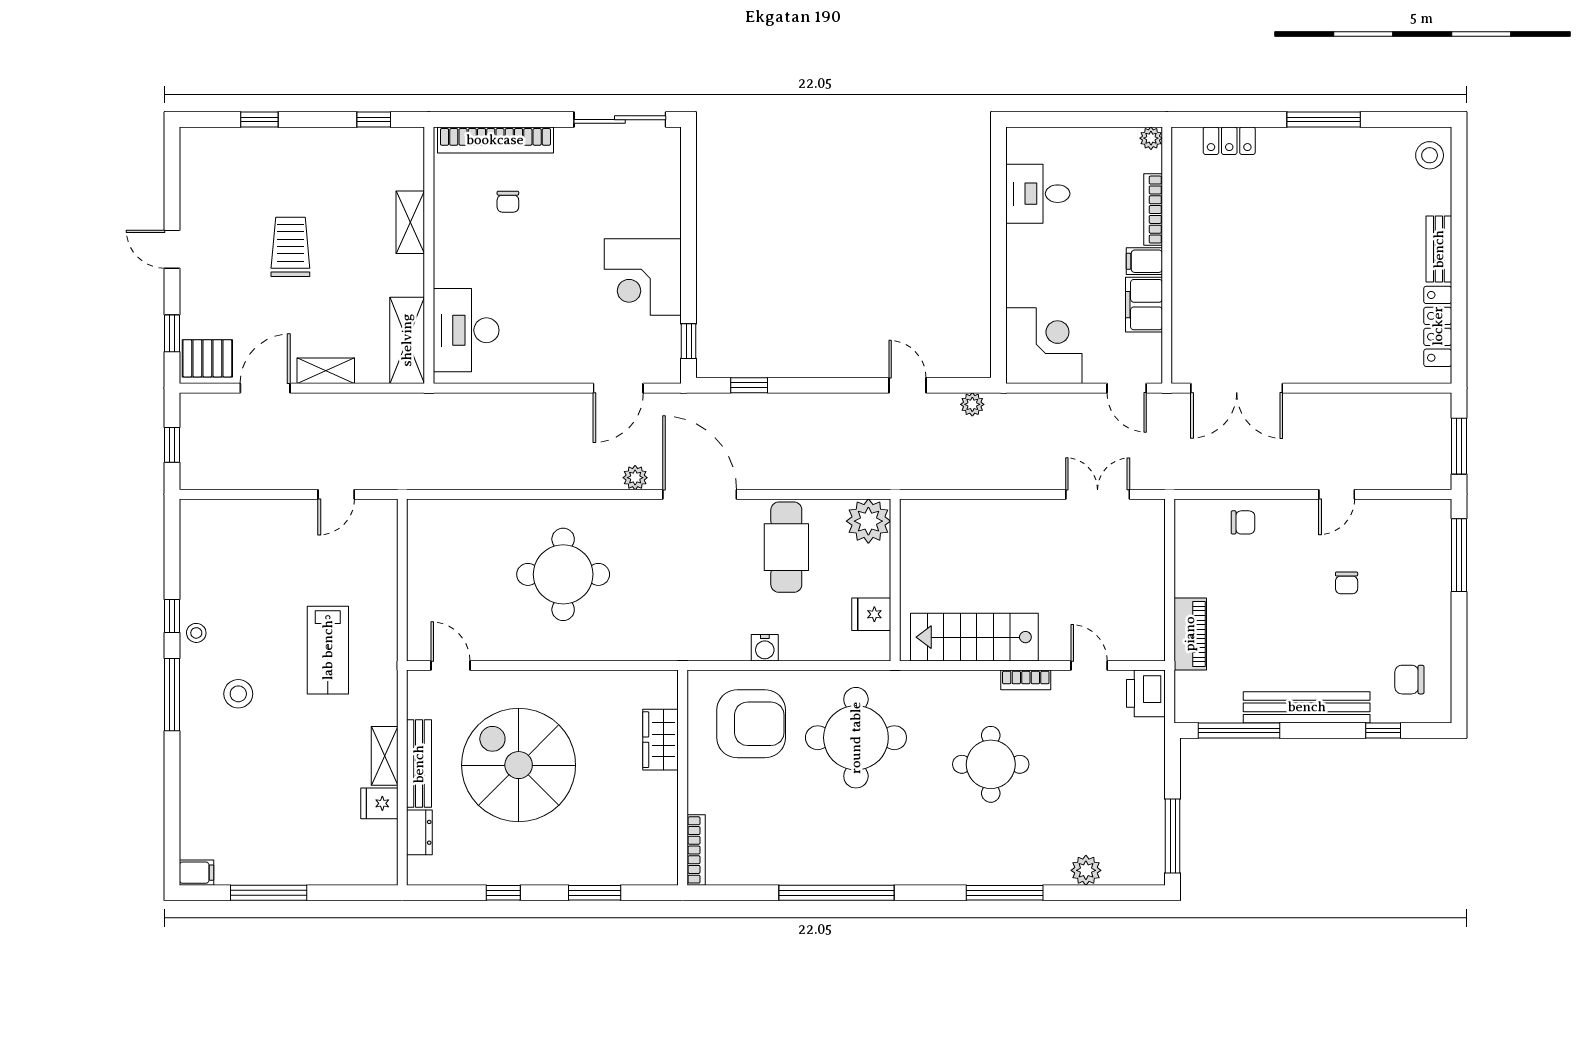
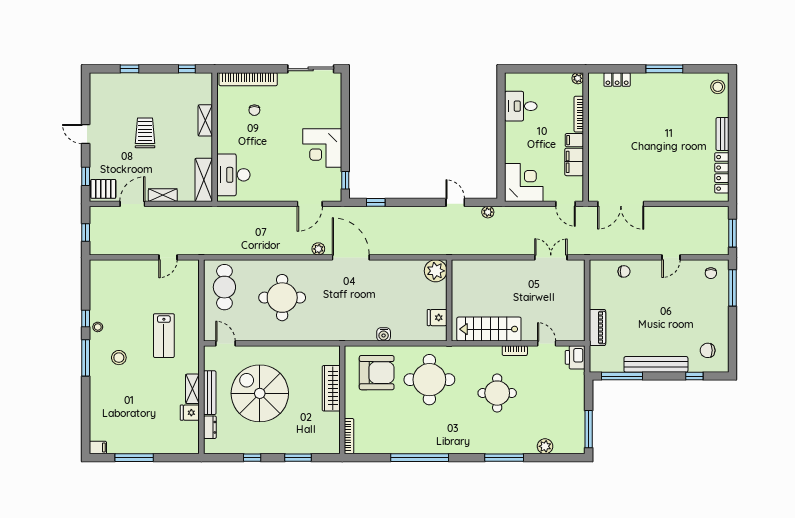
cafe table: (786, 547) -> (224, 287), moved
chair: (1347, 583) -> (711, 273), moved
wardrobe: (661, 740) -> (331, 388), width x1.50

